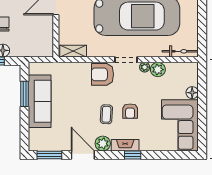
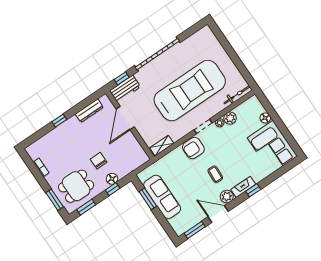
armchair: (130, 111) -> (230, 161), removed

